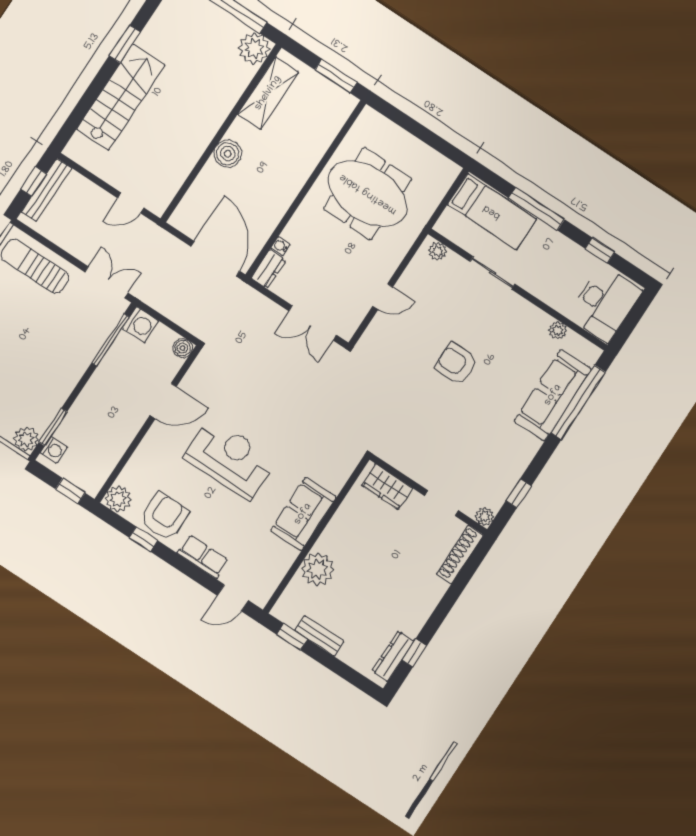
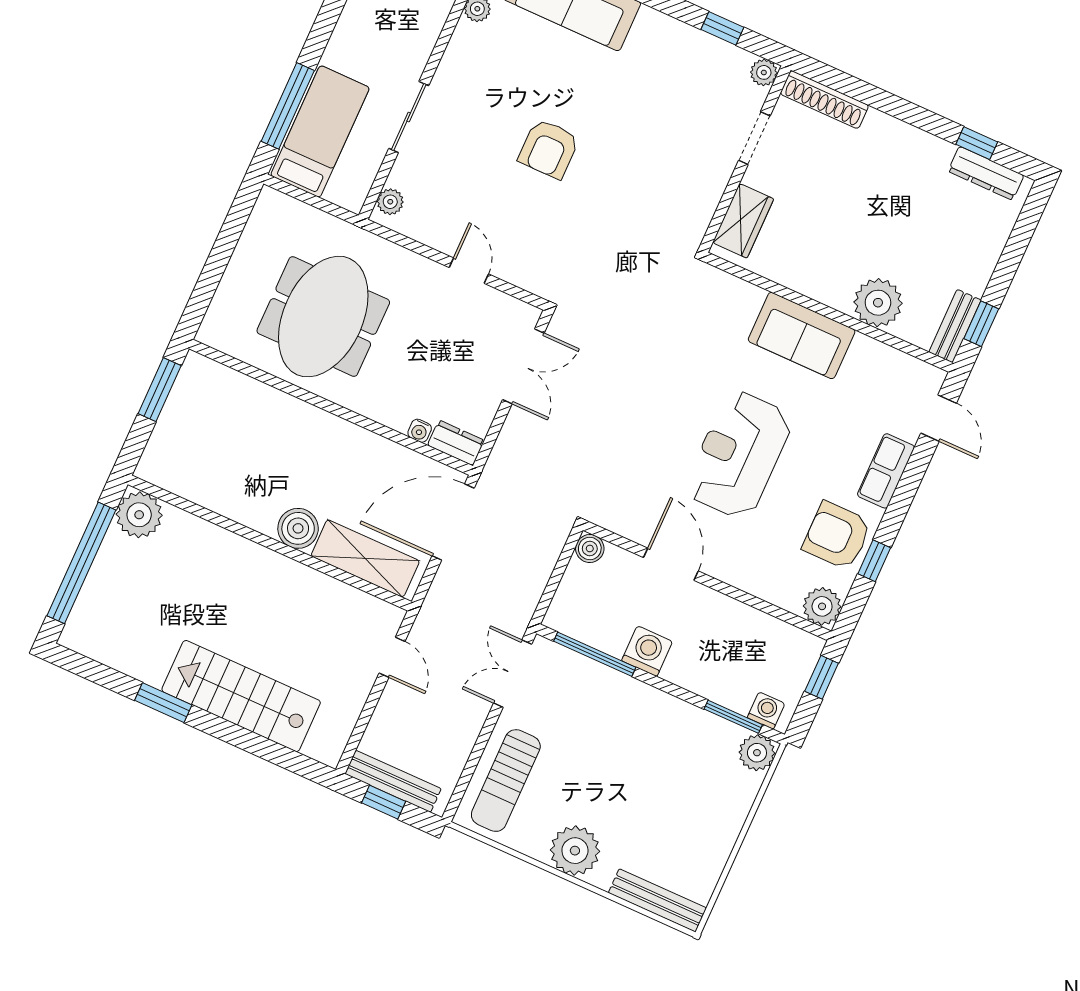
shelving: (268, 93) -> (365, 558), moved
window: (537, 209) -> (288, 106), moved
washing machine: (141, 325) -> (647, 651), moved
bench: (319, 636) -> (955, 326), moved

